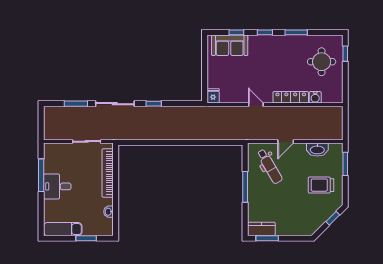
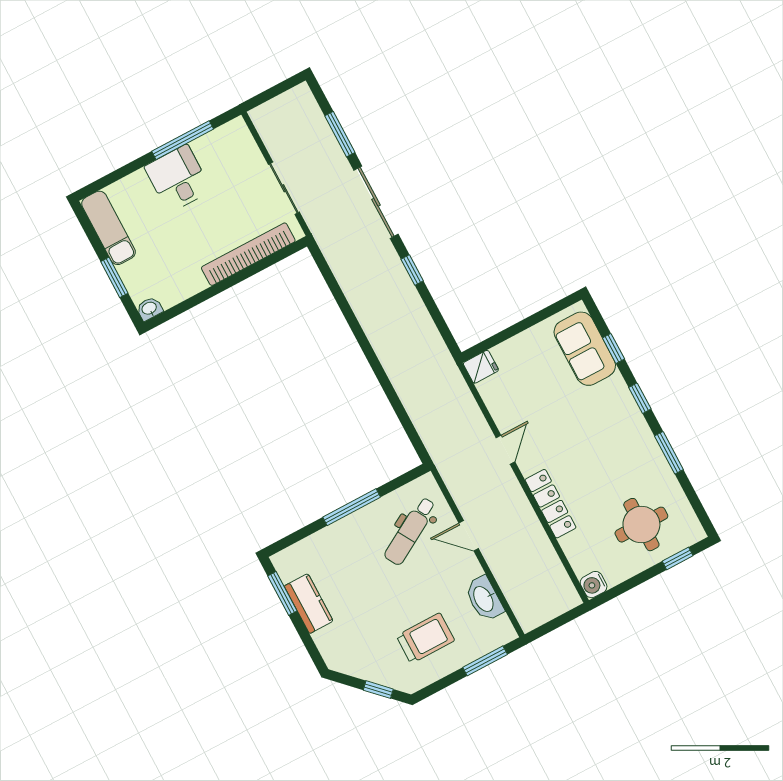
water cooler: (315, 97) -> (594, 585), moved
trolley: (321, 185) -> (425, 638), turned 90
washbasin: (108, 212) -> (149, 309), moved
kitchen counter: (261, 229) -> (309, 604), moved

